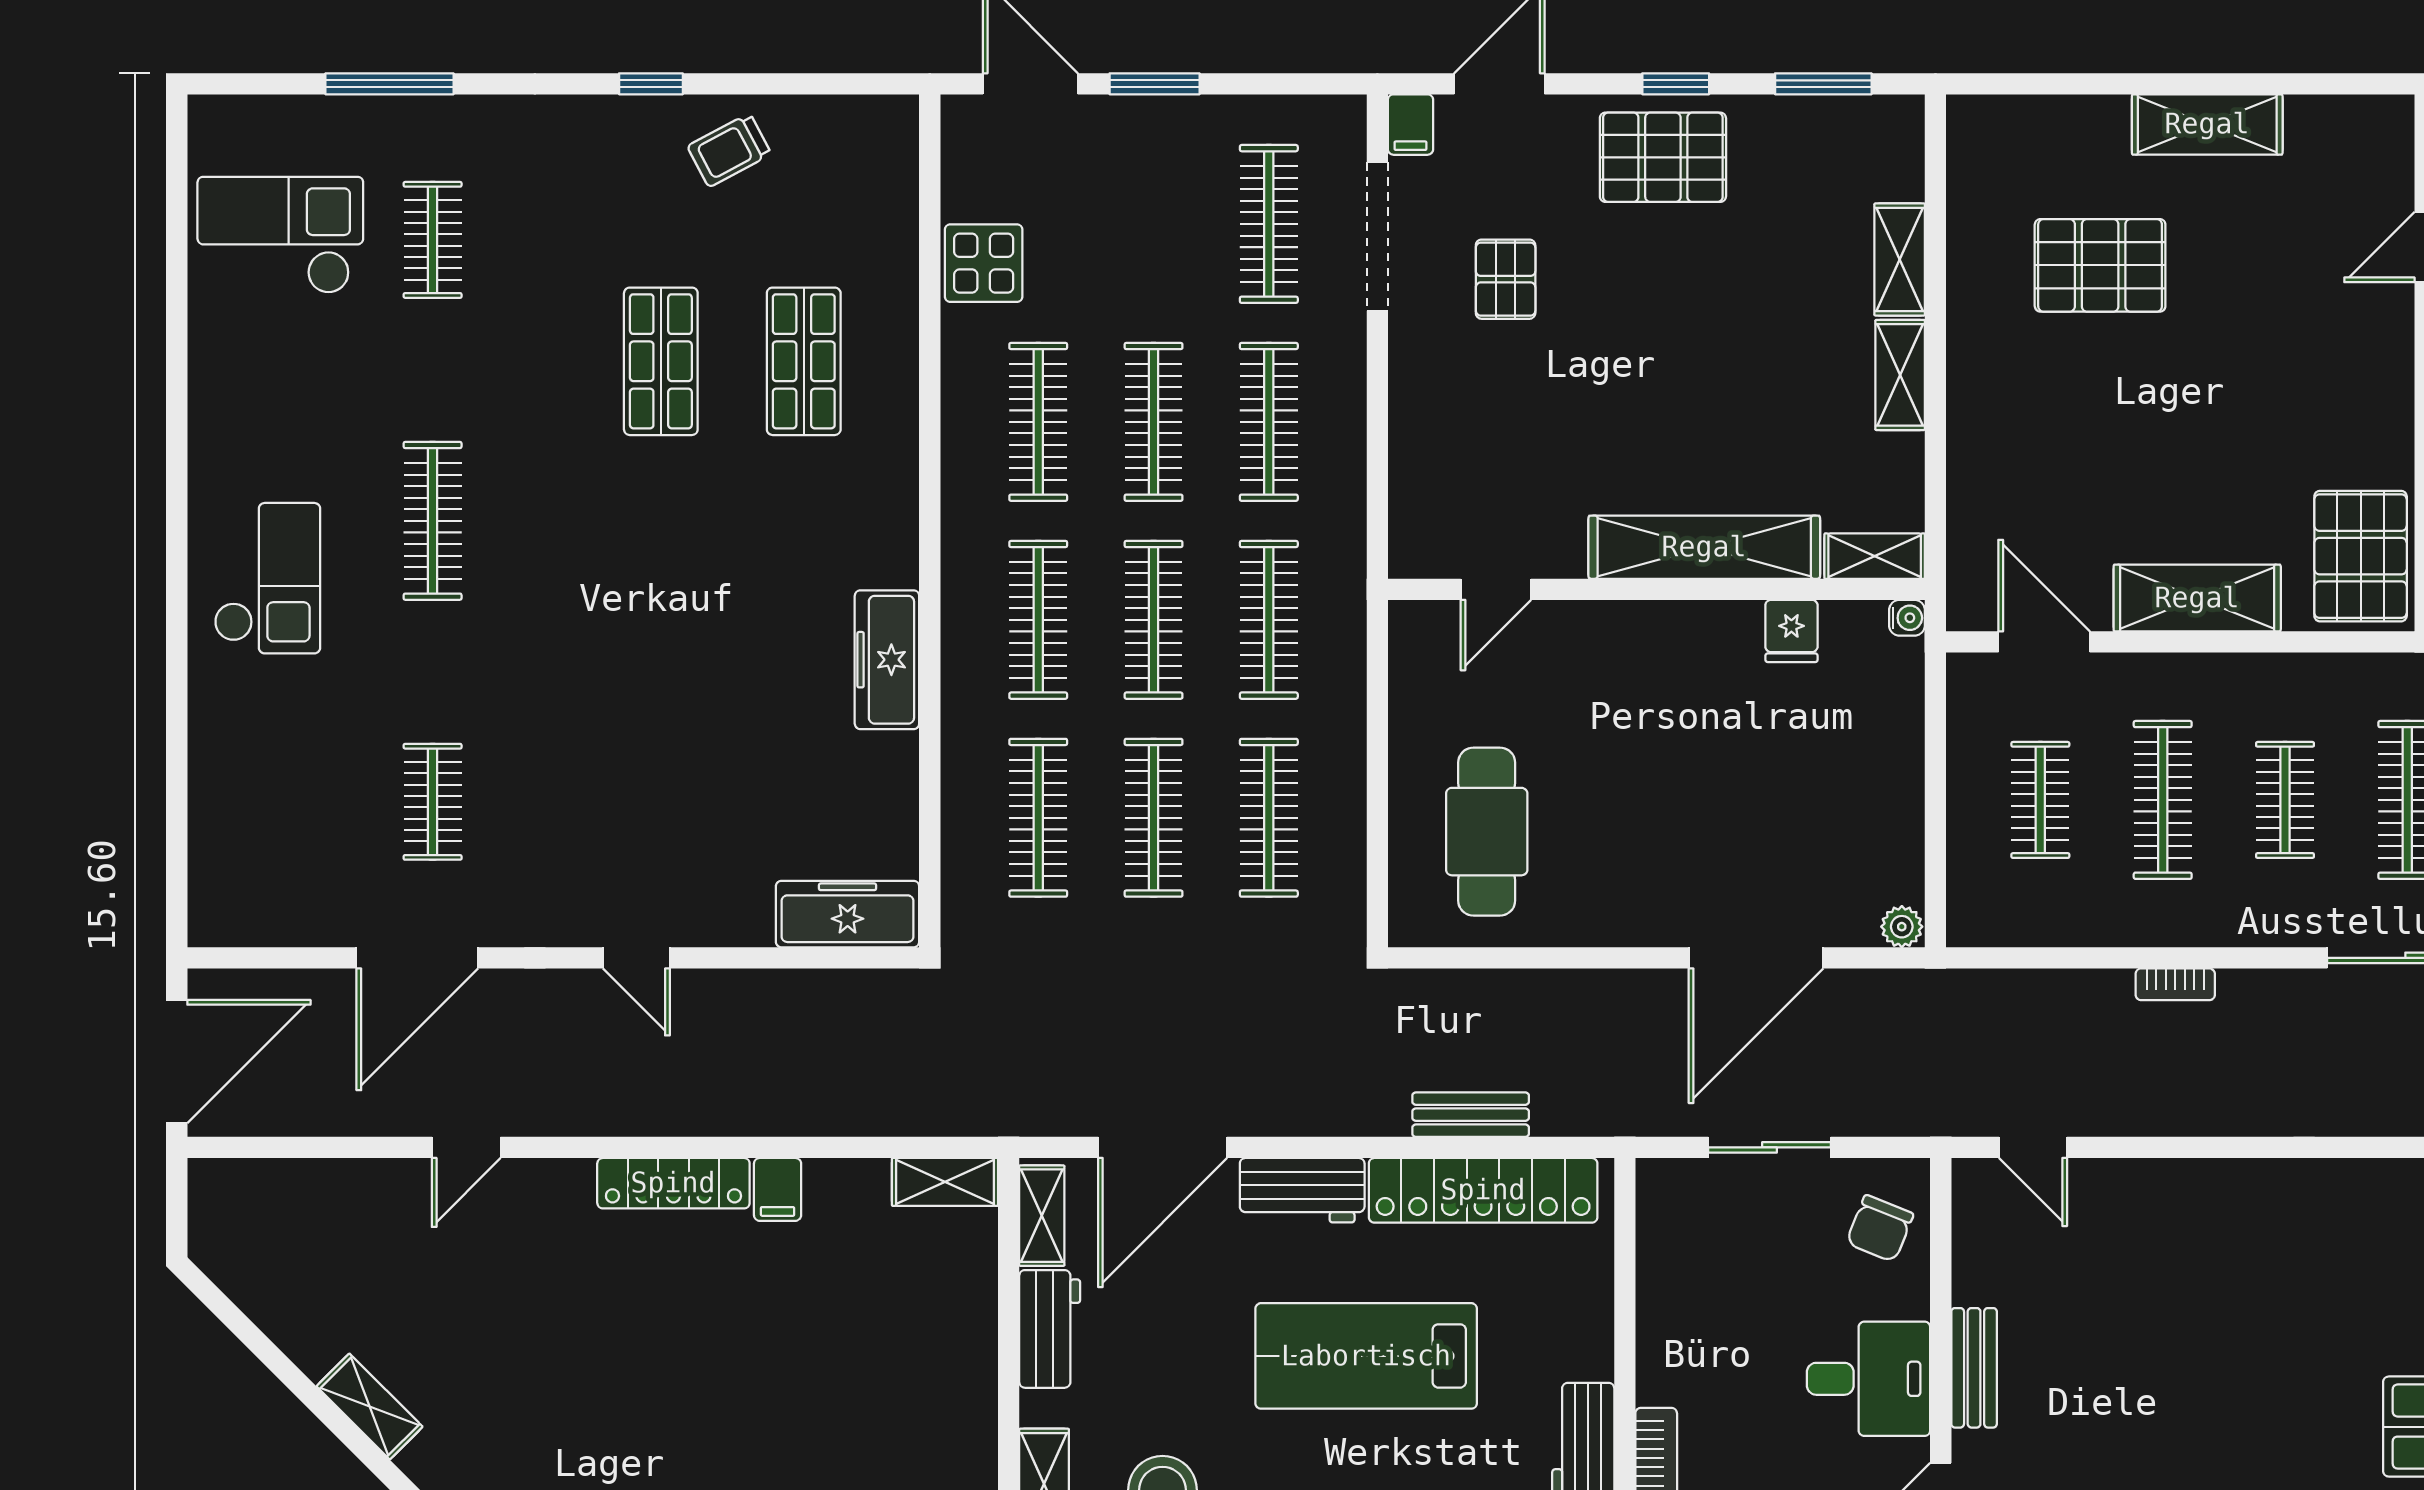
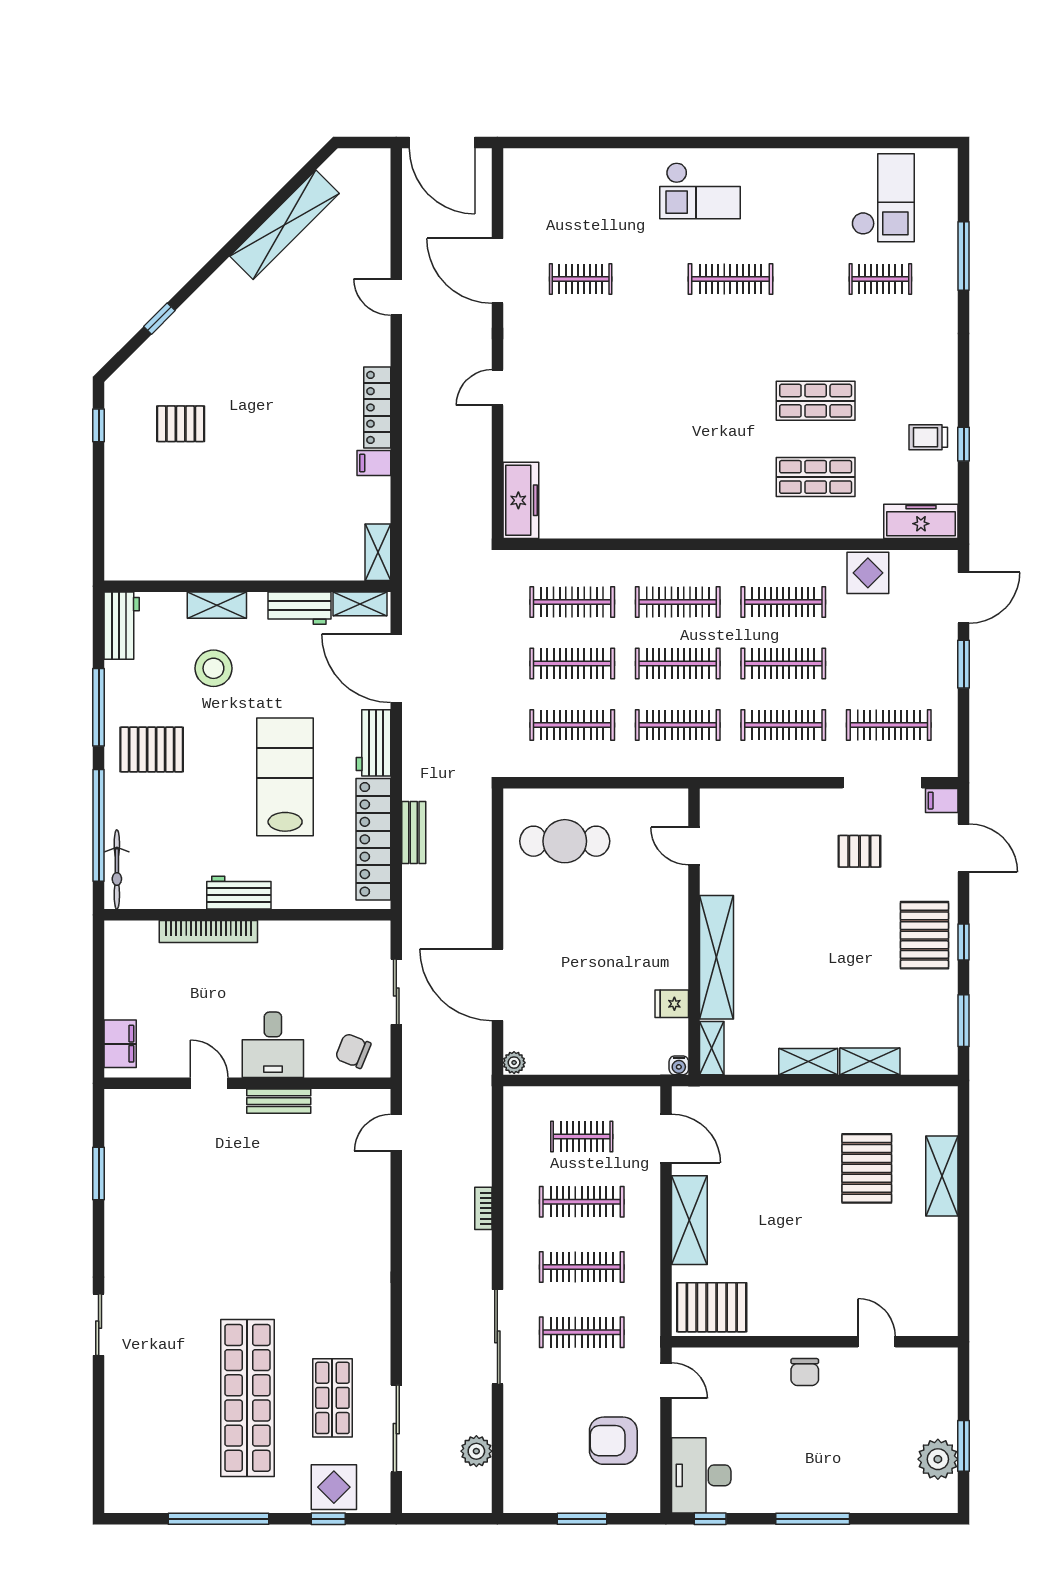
window: (651, 84) -> (964, 444), moved
shelving: (2207, 124) -> (942, 1176), moved
trolley: (729, 150) -> (928, 437), turned -62
door: (2044, 642) -> (666, 1138), hinge flipped
freezer: (887, 660) -> (921, 521), moved
clothes rail: (2285, 800) -> (582, 1267), width x1.36
shelving: (370, 1406) -> (285, 225), width x2.20, depth x1.33

